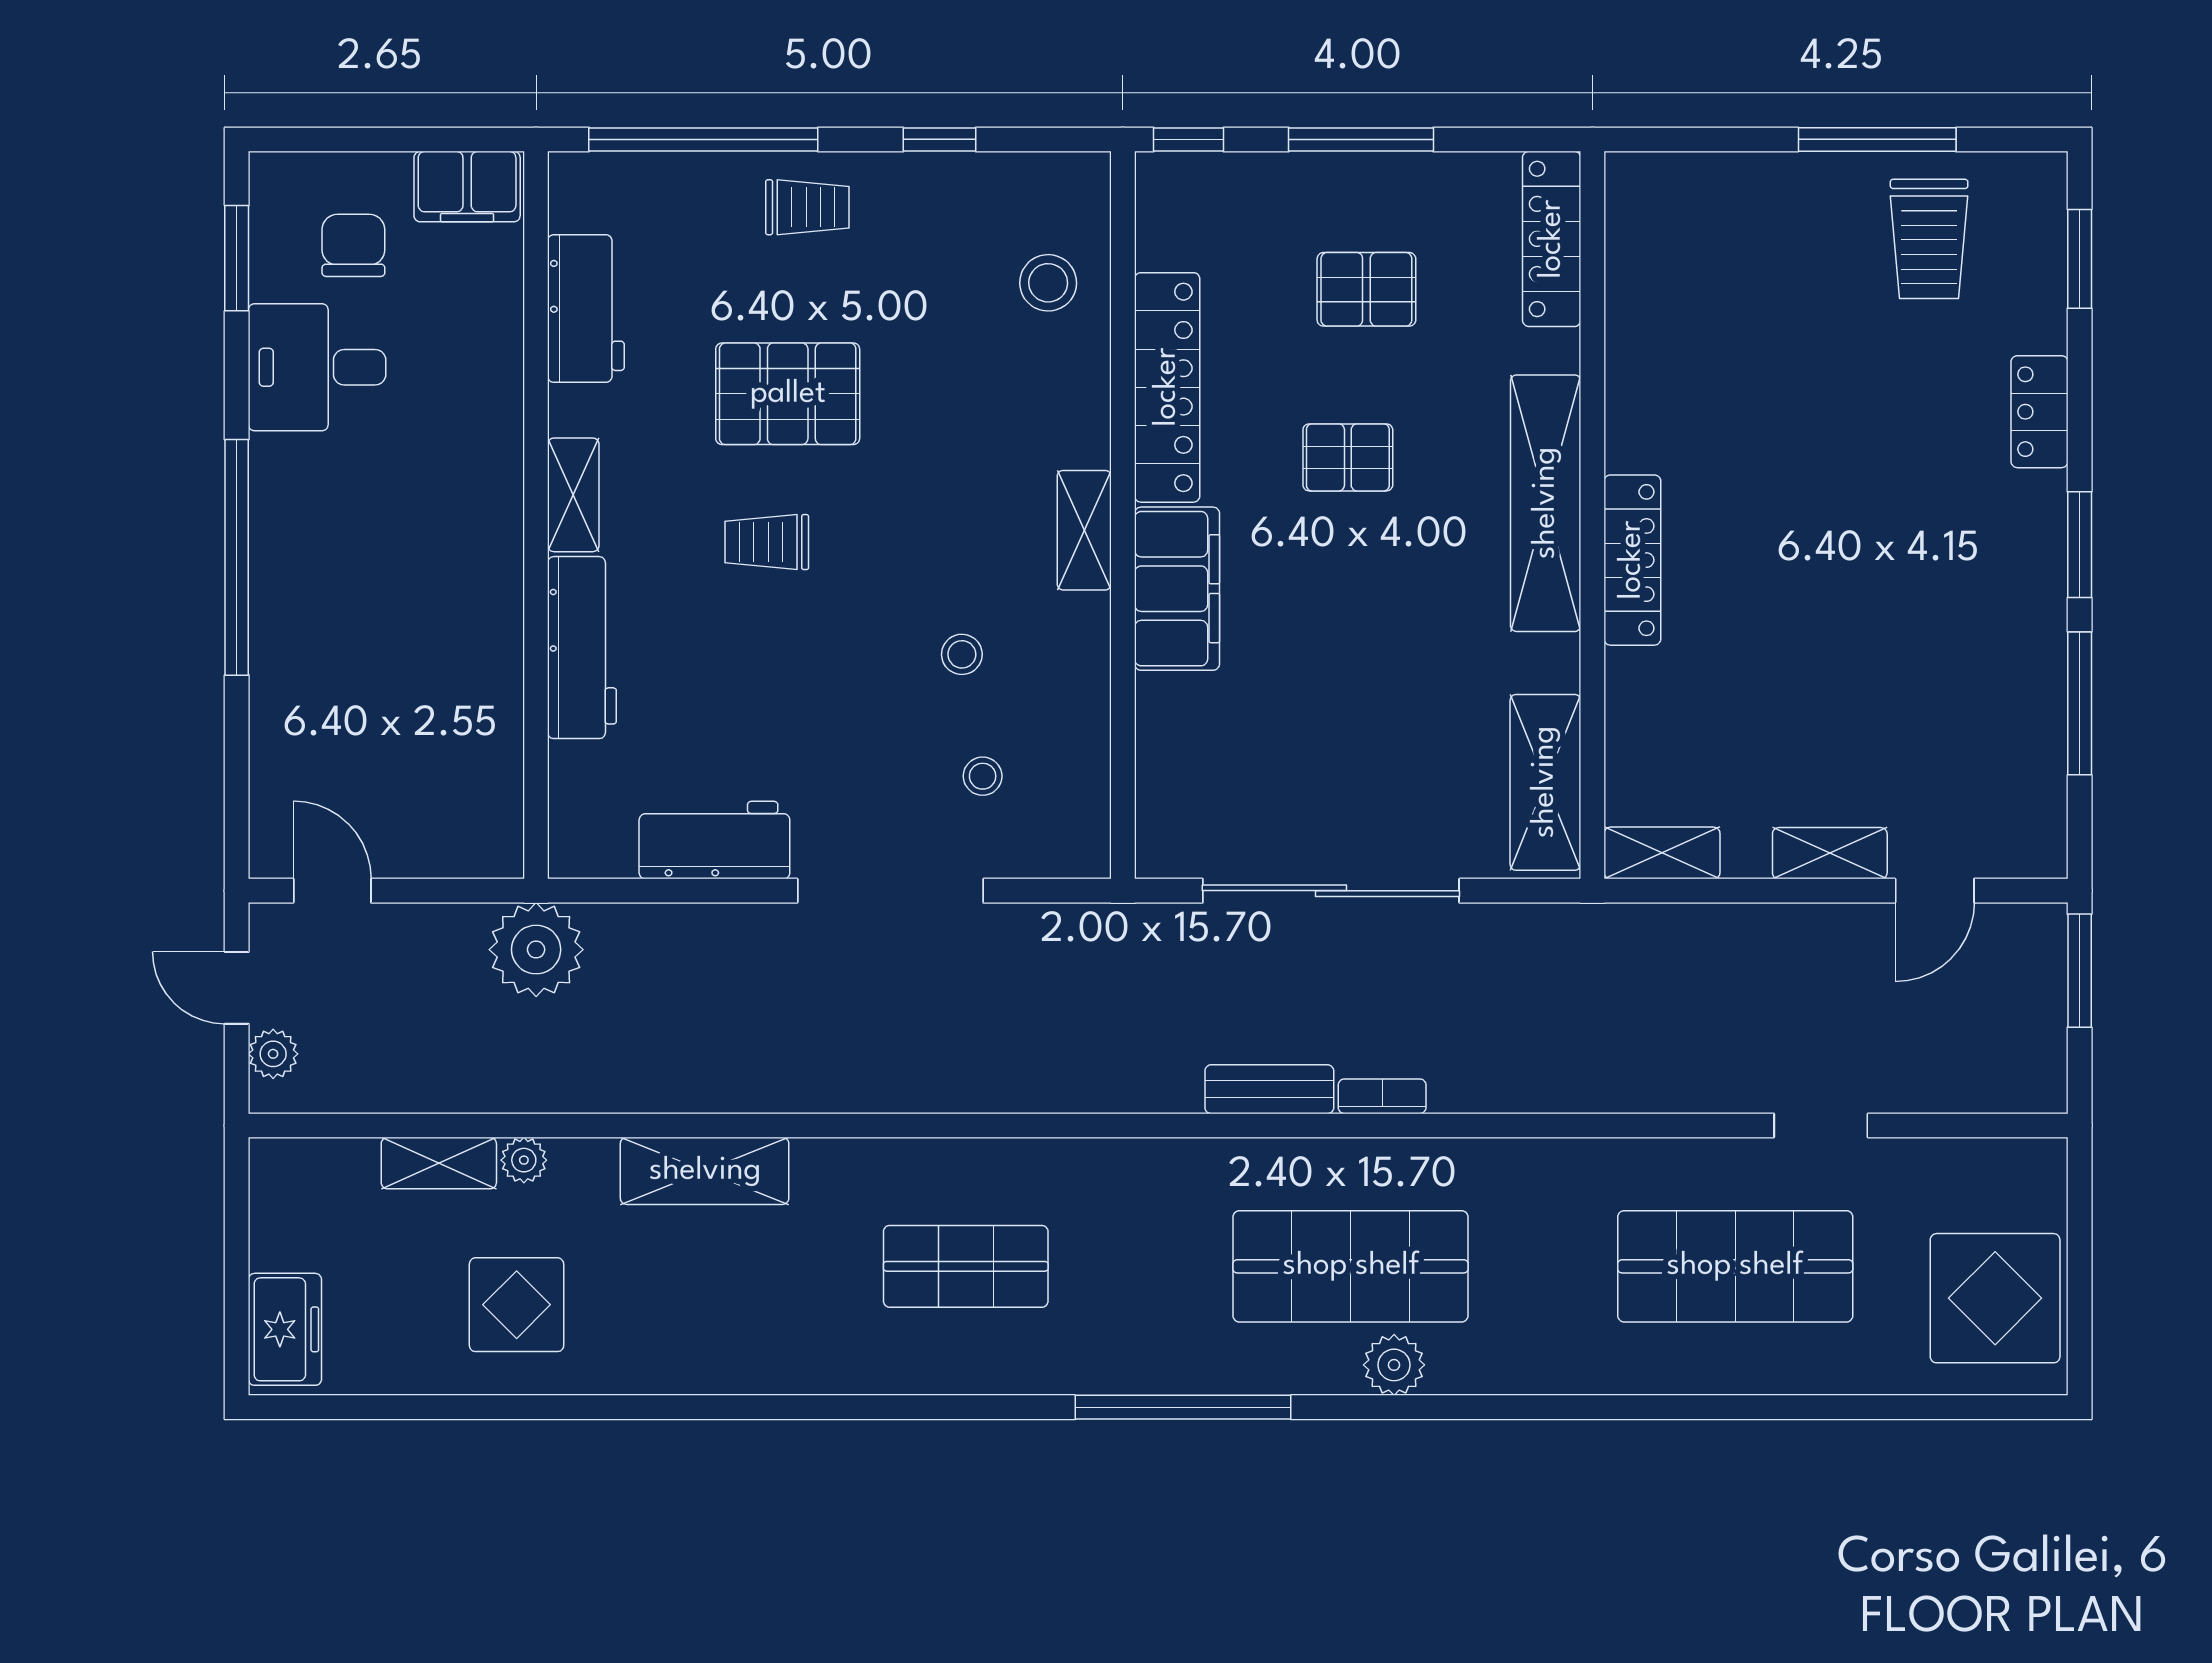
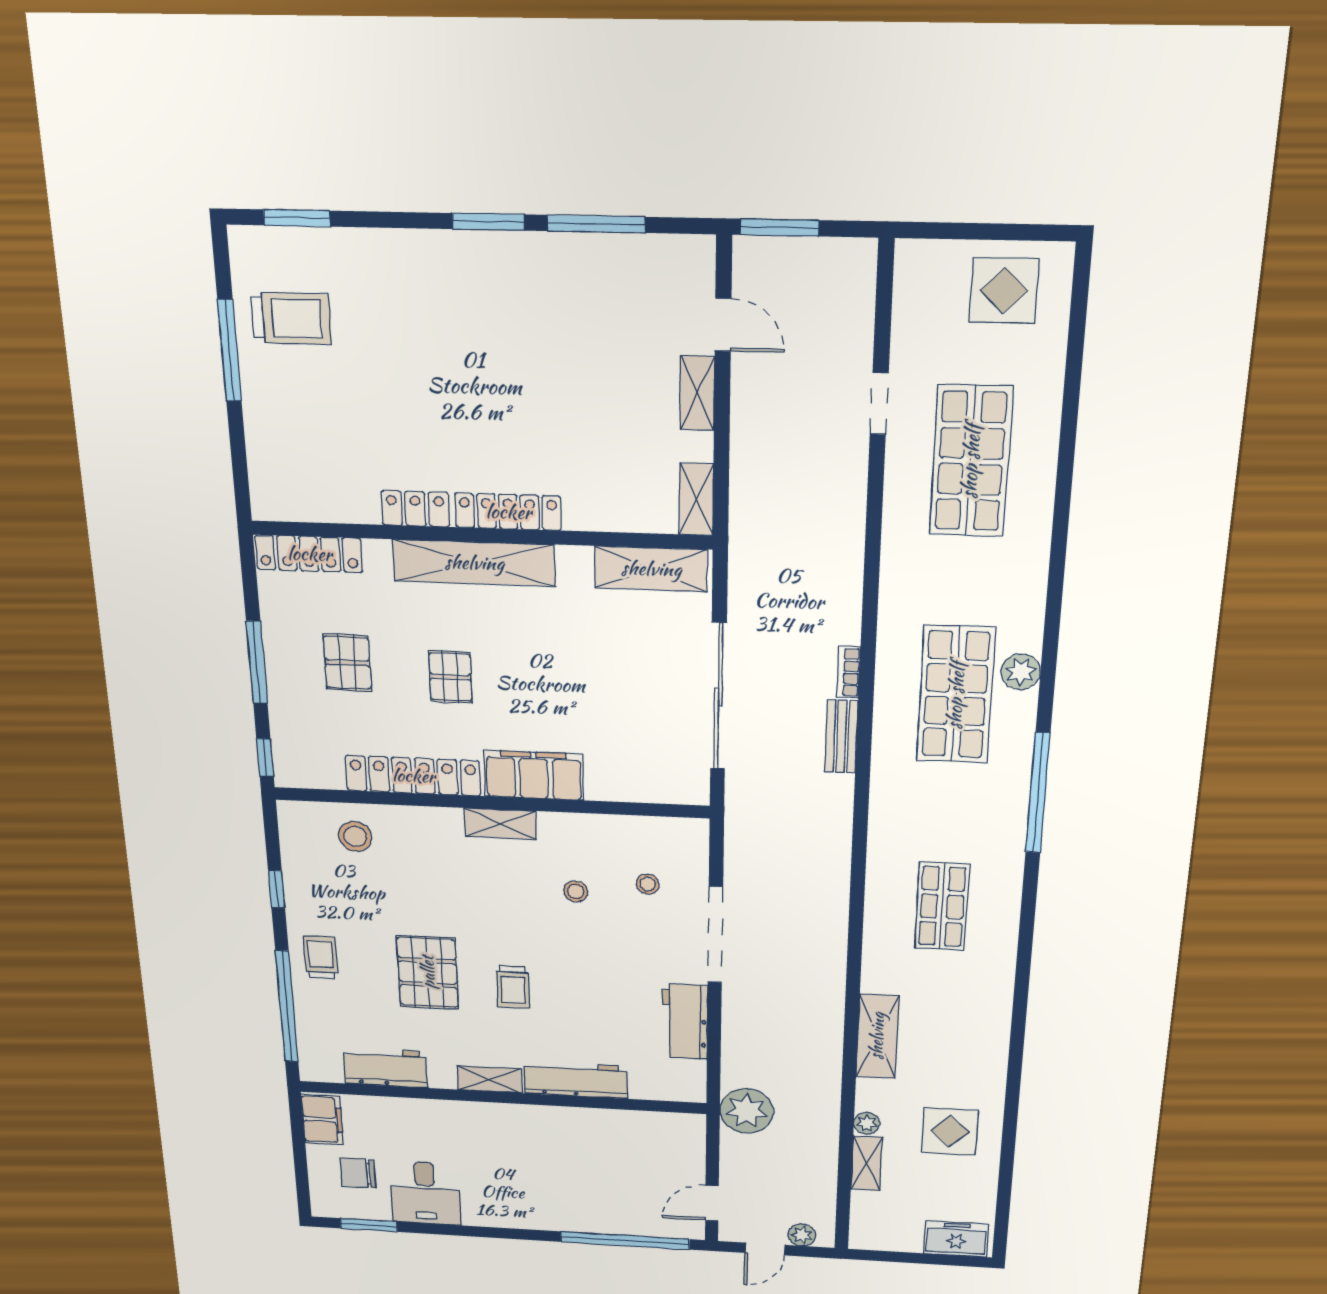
locker: (2039, 412) -> (415, 509), moved, turned 180
window: (237, 557) -> (625, 1241), moved
display table: (1995, 1298) -> (1004, 290), width x0.73, depth x0.73

